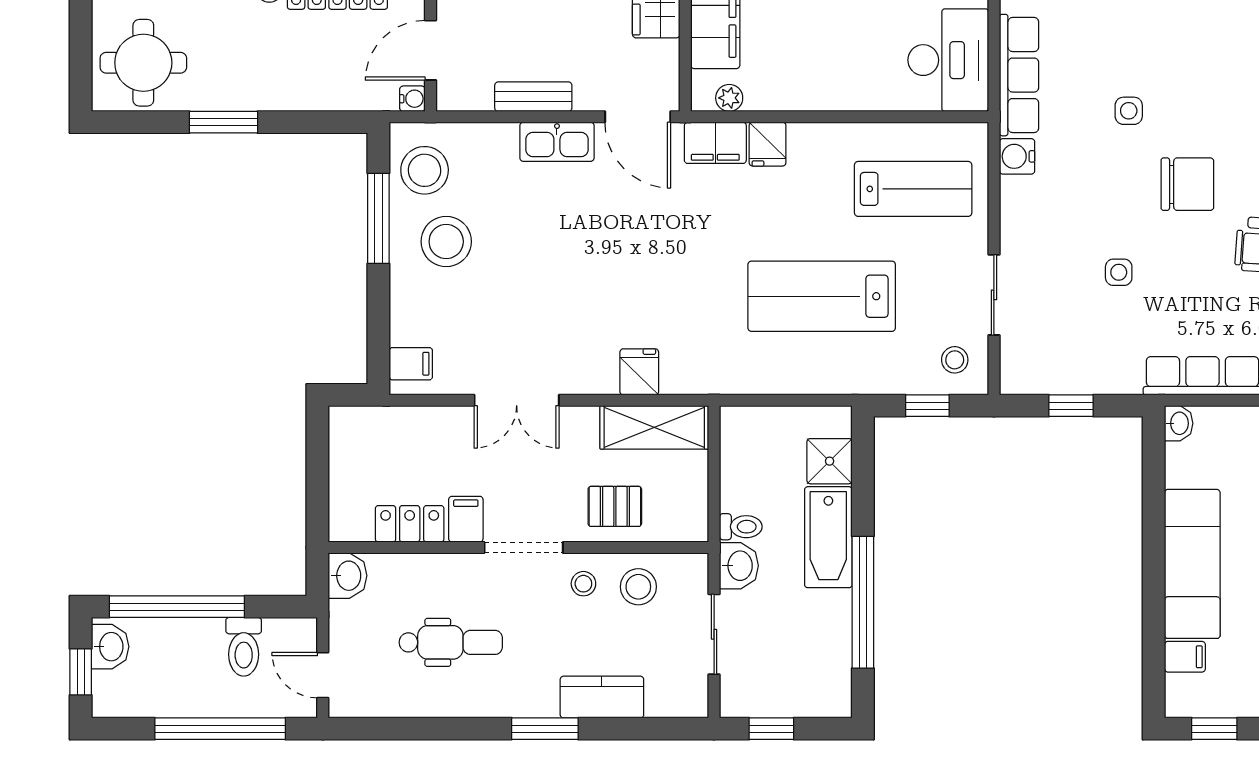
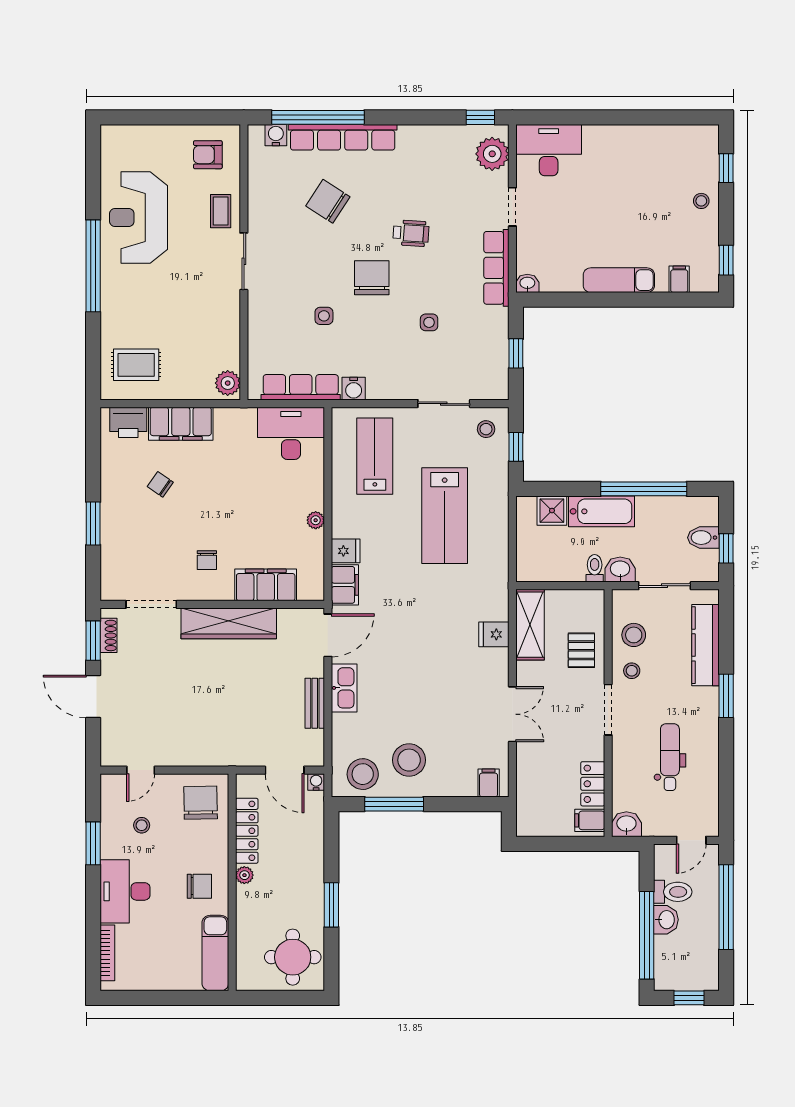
plant: (729, 98) -> (316, 520), moved
filing cabinet: (466, 519) -> (590, 820), moved
exam couch: (1192, 564) -> (619, 280), width x0.73, depth x0.69
washbasin: (110, 647) -> (666, 920), moved, turned 90
bidet: (788, 694) -> (703, 538), added
kitchen counter: (602, 697) -> (705, 645), width x1.50

